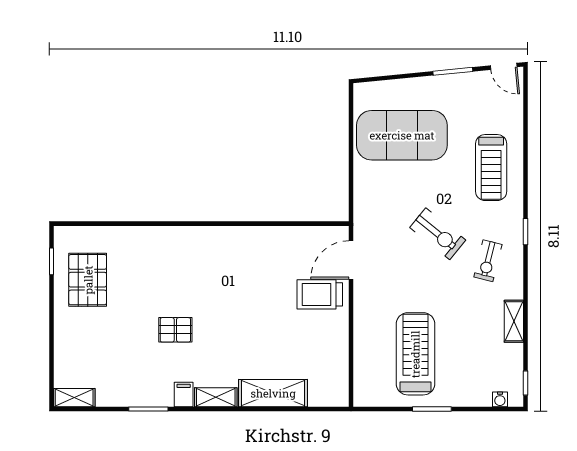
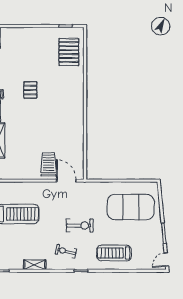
exercise mat: (402, 135) -> (131, 207), turned 90
exercise bike: (438, 234) -> (80, 225), turned -129
pallet: (88, 280) -> (69, 52), moved, turned 90

